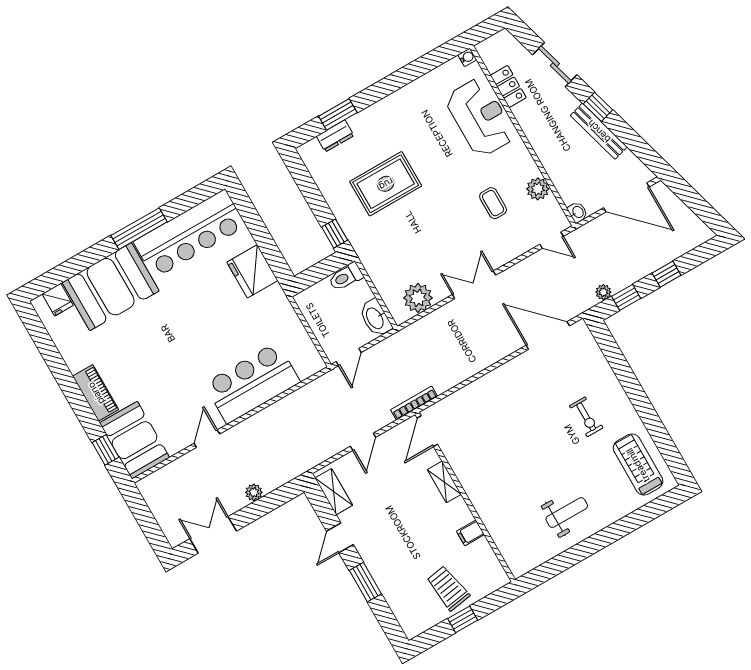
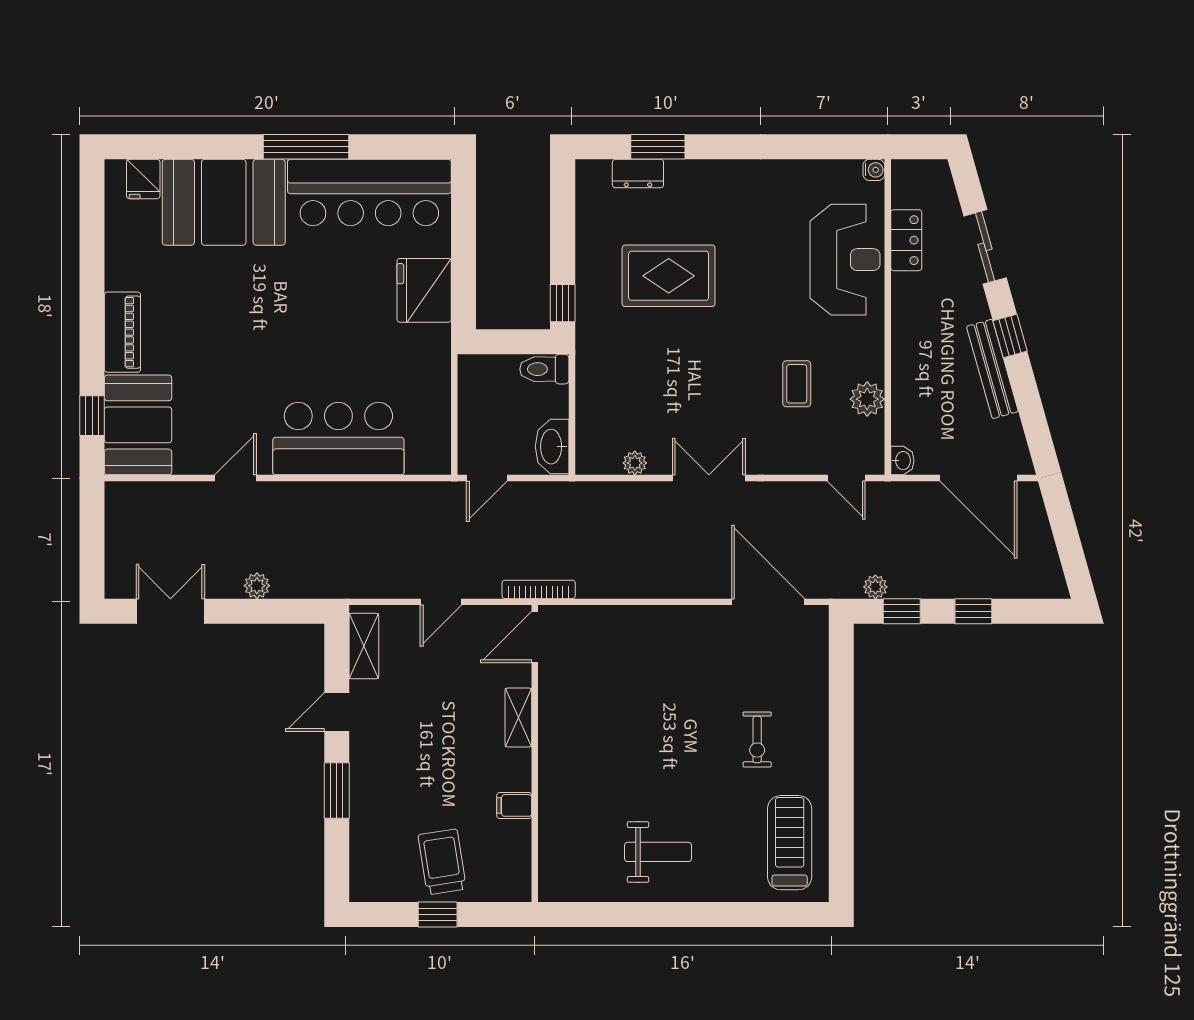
plant: (418, 298) -> (635, 463), width x0.53, depth x0.53

